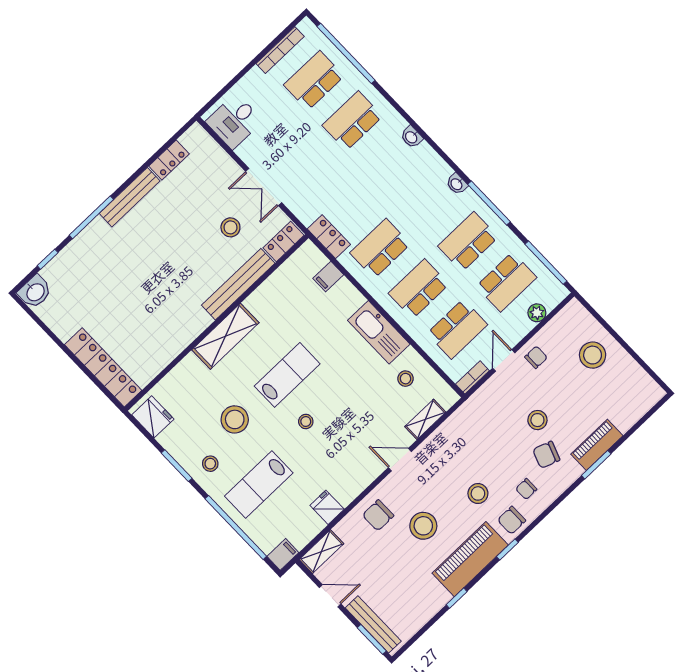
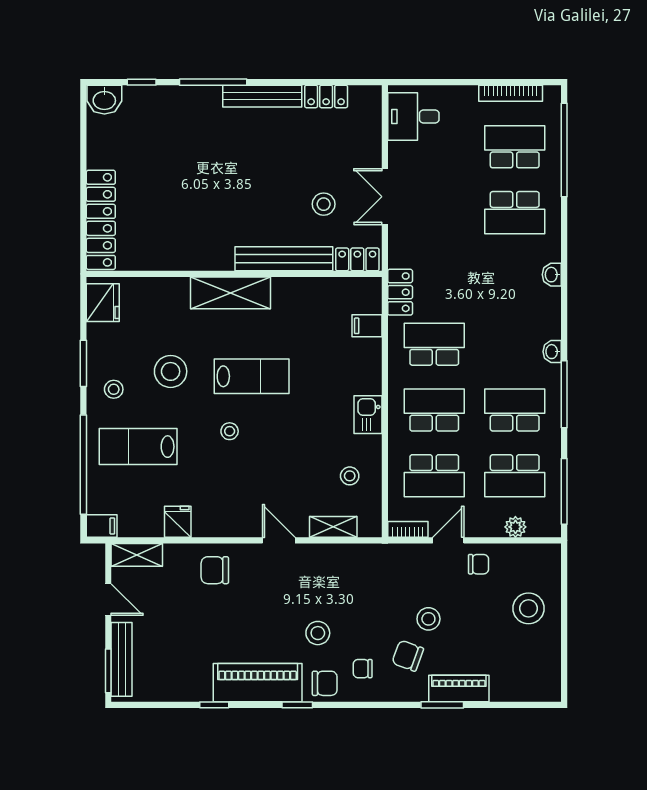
school desk: (352, 121) -> (515, 213), turned 180
kitchen sink: (379, 332) -> (368, 415), width x0.53, depth x0.81
chair: (512, 520) -> (325, 683), turned 180
stool: (423, 526) -> (245, 616), removed

